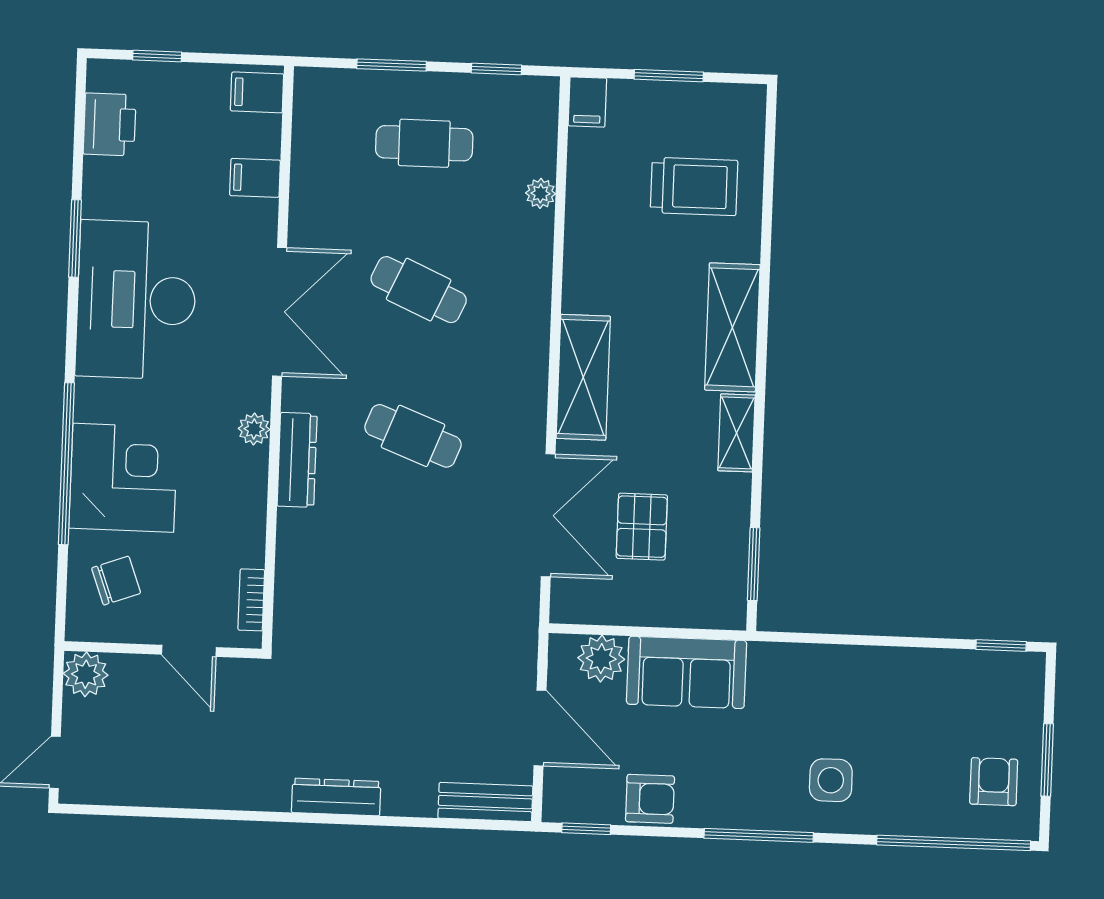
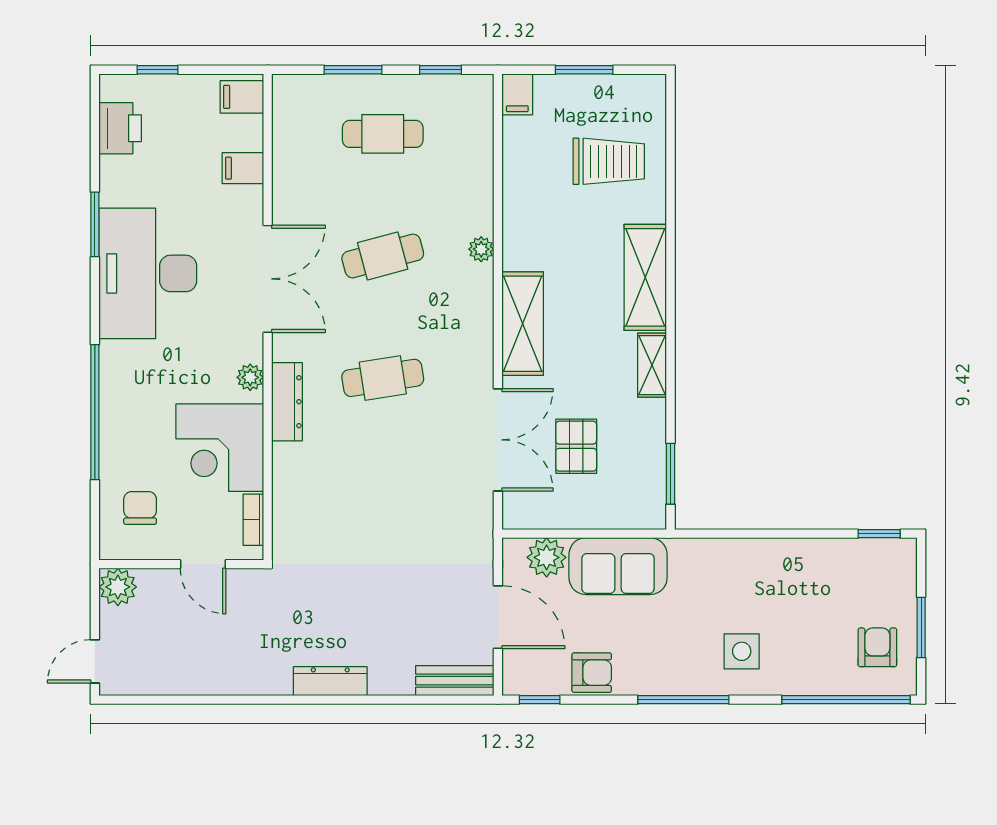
plant: (541, 193) -> (481, 249), moved
cafe table: (419, 290) -> (383, 256), turned -39
cafe table: (413, 436) -> (383, 378), turned -30
corner desk: (123, 478) -> (220, 448), moved, turned 180
chair: (116, 581) -> (140, 508), turned -70

